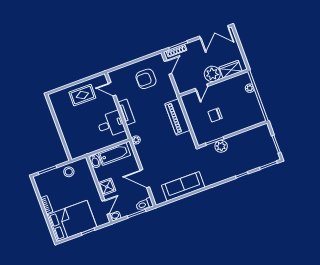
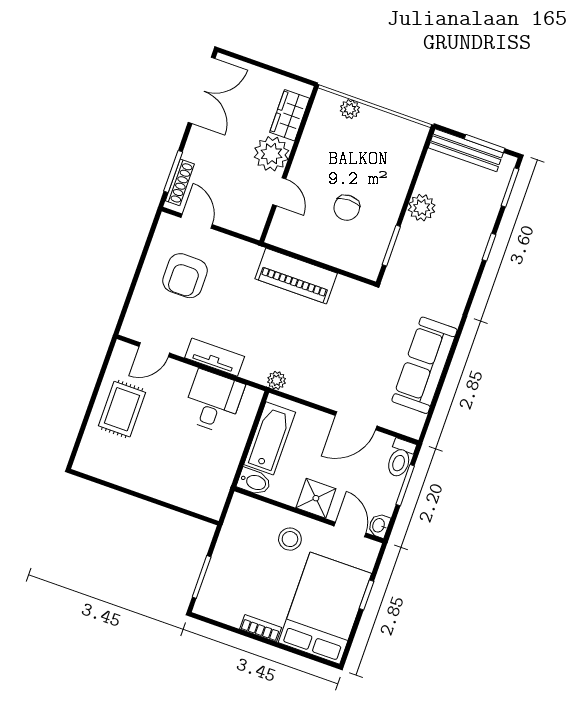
bench: (269, 140) -> (466, 150), added
plant: (221, 146) -> (422, 208), moved
stool: (69, 172) -> (290, 539), moved

